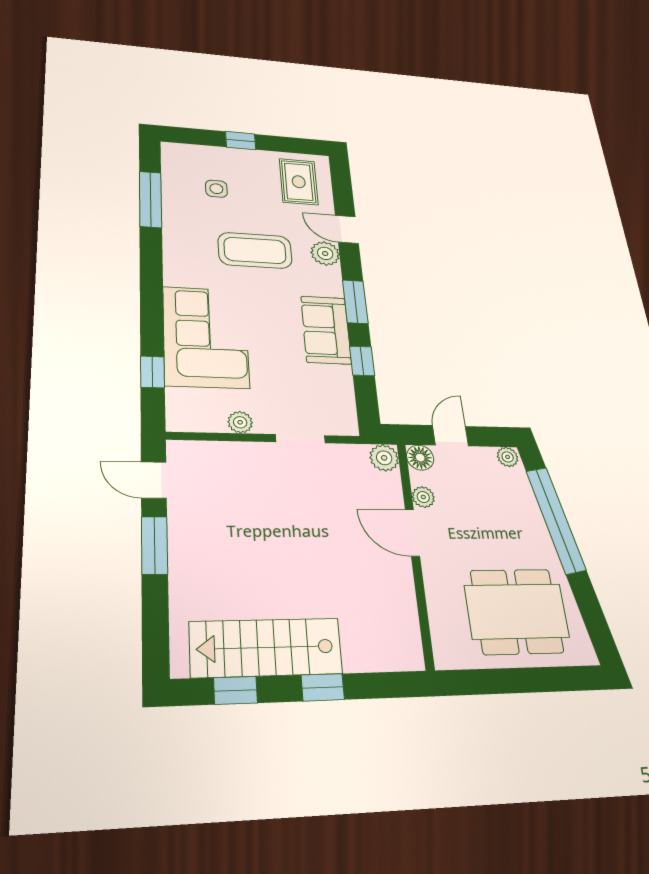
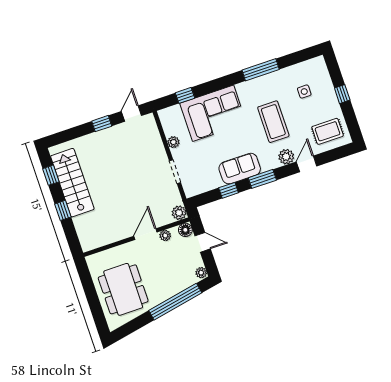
window: (150, 199) -> (261, 70), moved
window: (154, 545) -> (102, 124), width x0.67

